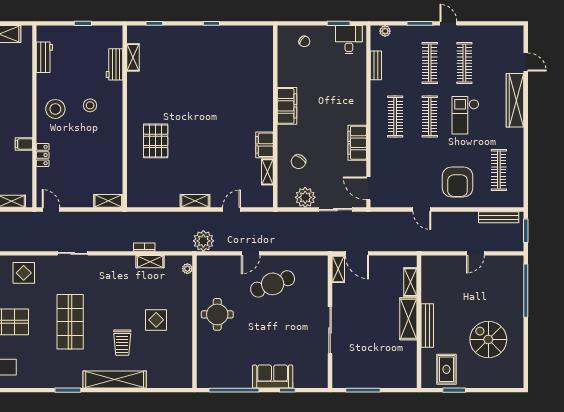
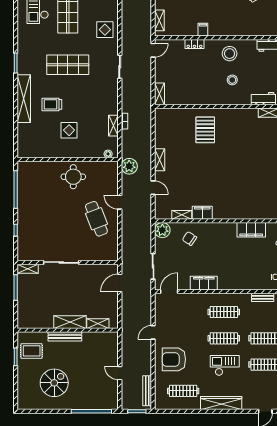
wardrobe: (515, 100) -> (221, 403), moved
filing cabinet: (287, 106) -> (251, 230), moved
pallet: (156, 141) -> (205, 130), turned 90
plant: (305, 197) -> (162, 230), moved
shelving: (338, 269) -> (28, 269), moved
sofa: (273, 377) -> (26, 219), removed

